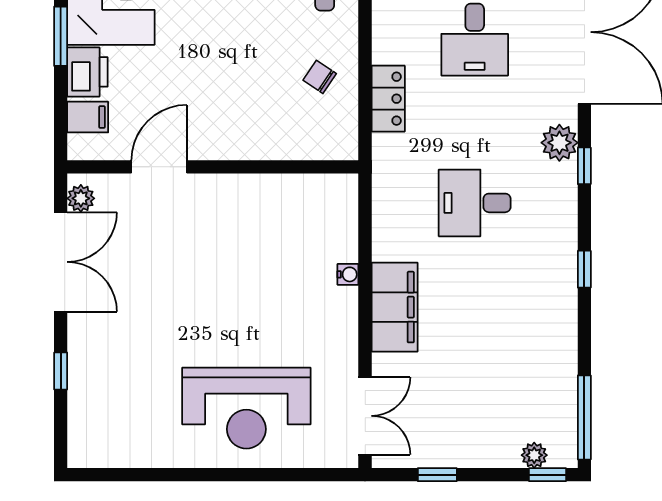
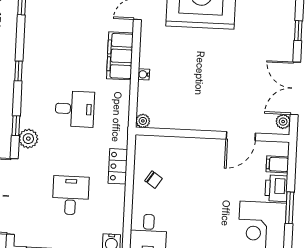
plant: (345, 187) -> (143, 121), added

